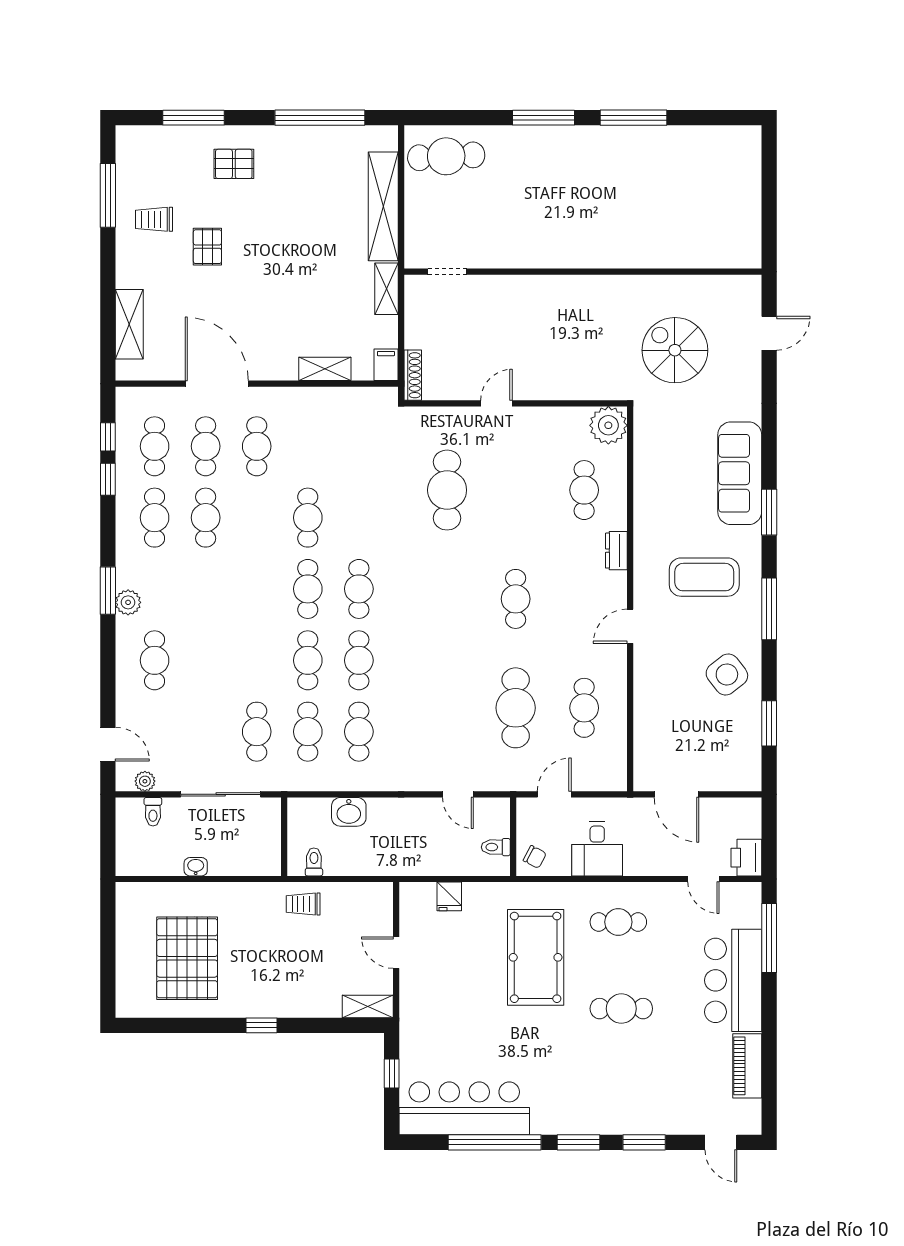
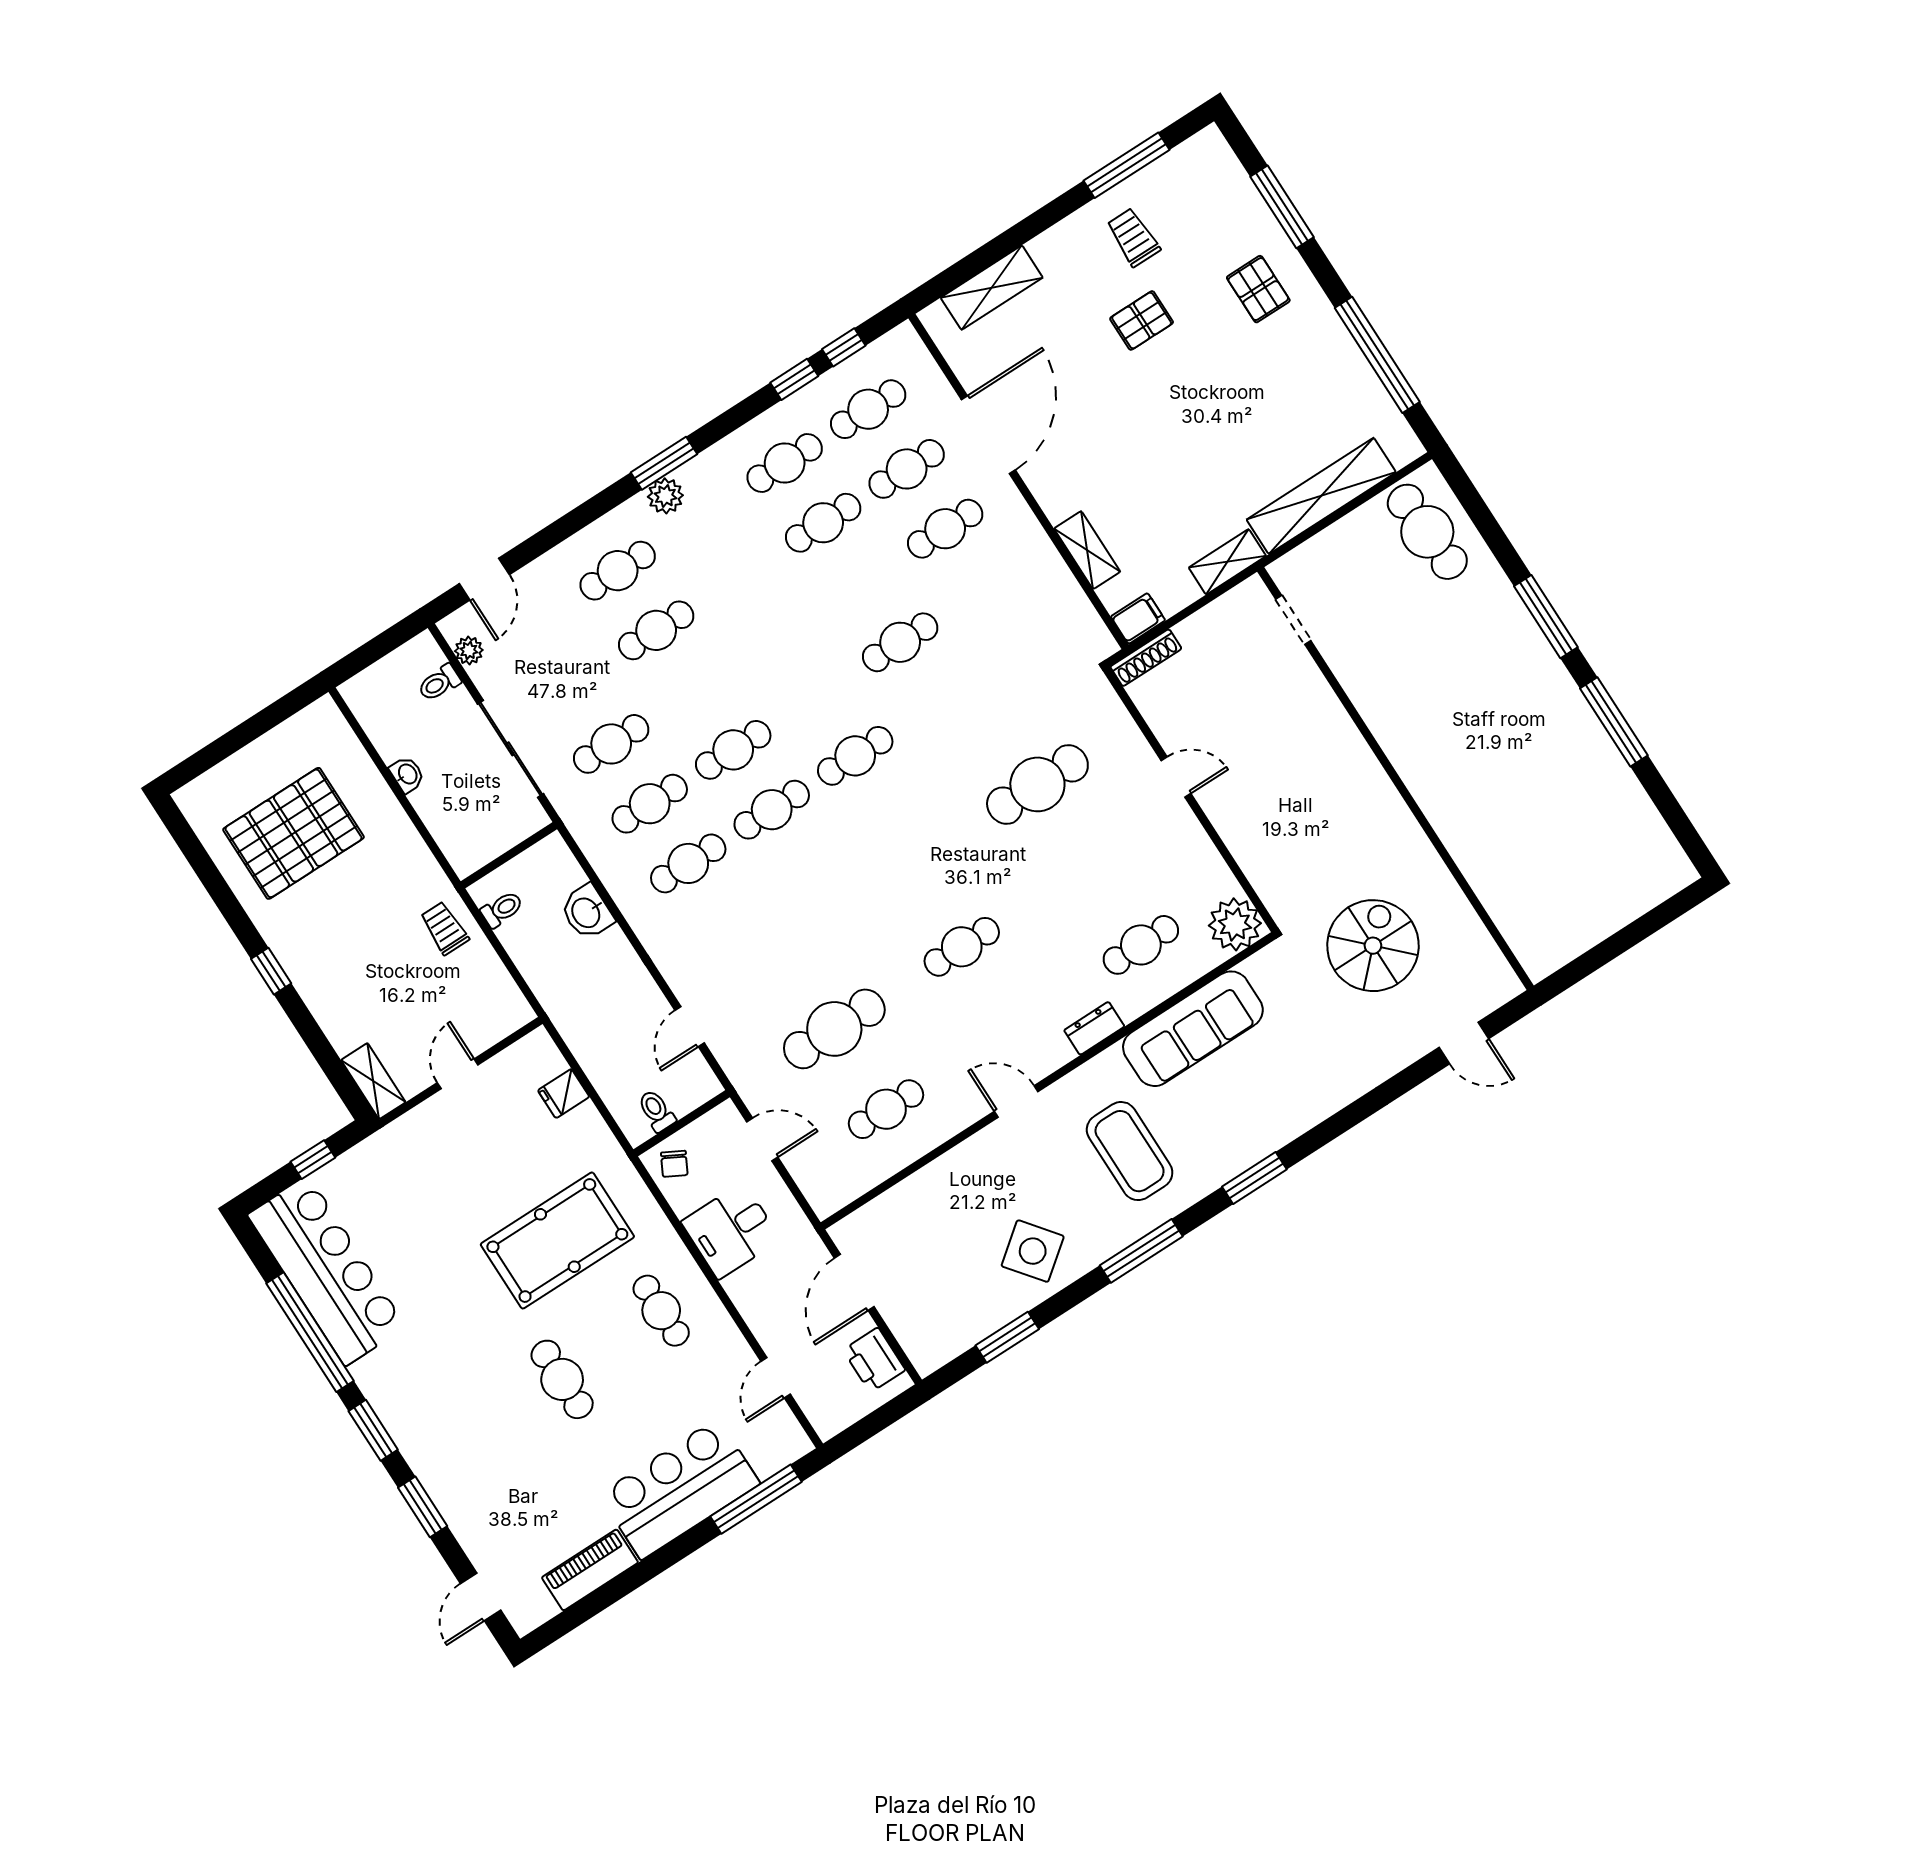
sofa: (740, 473) -> (1193, 1029), moved, turned 180
cafe table: (308, 589) -> (656, 630), moved
printer: (746, 858) -> (874, 1360), moved, turned -90

